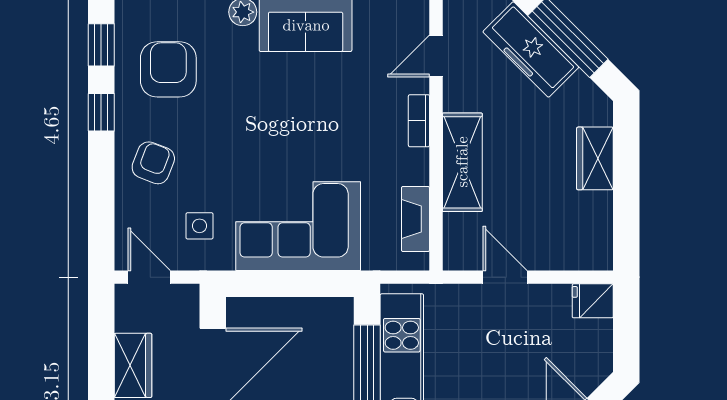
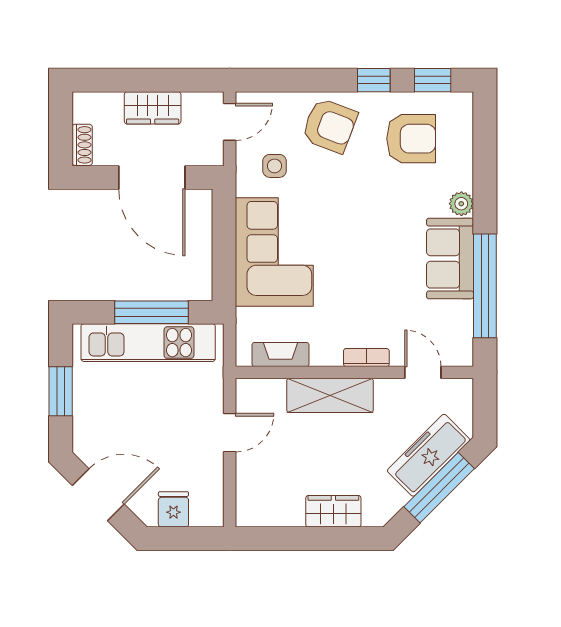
armchair: (153, 163) -> (330, 126), width x1.38, depth x1.38
fridge: (593, 301) -> (173, 509), moved

